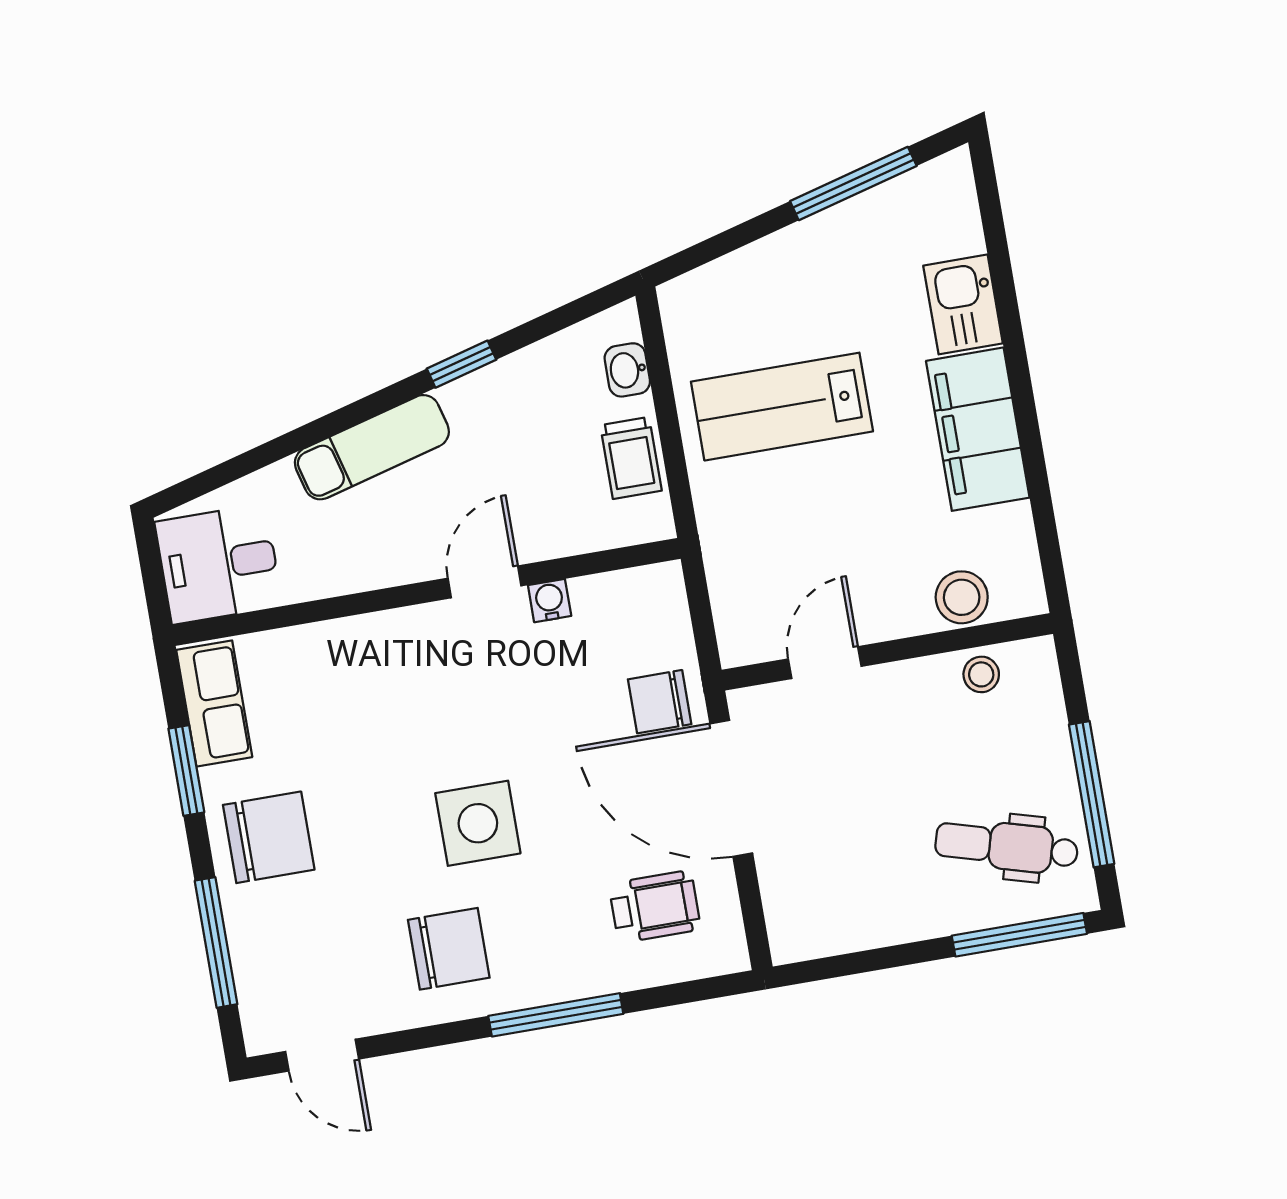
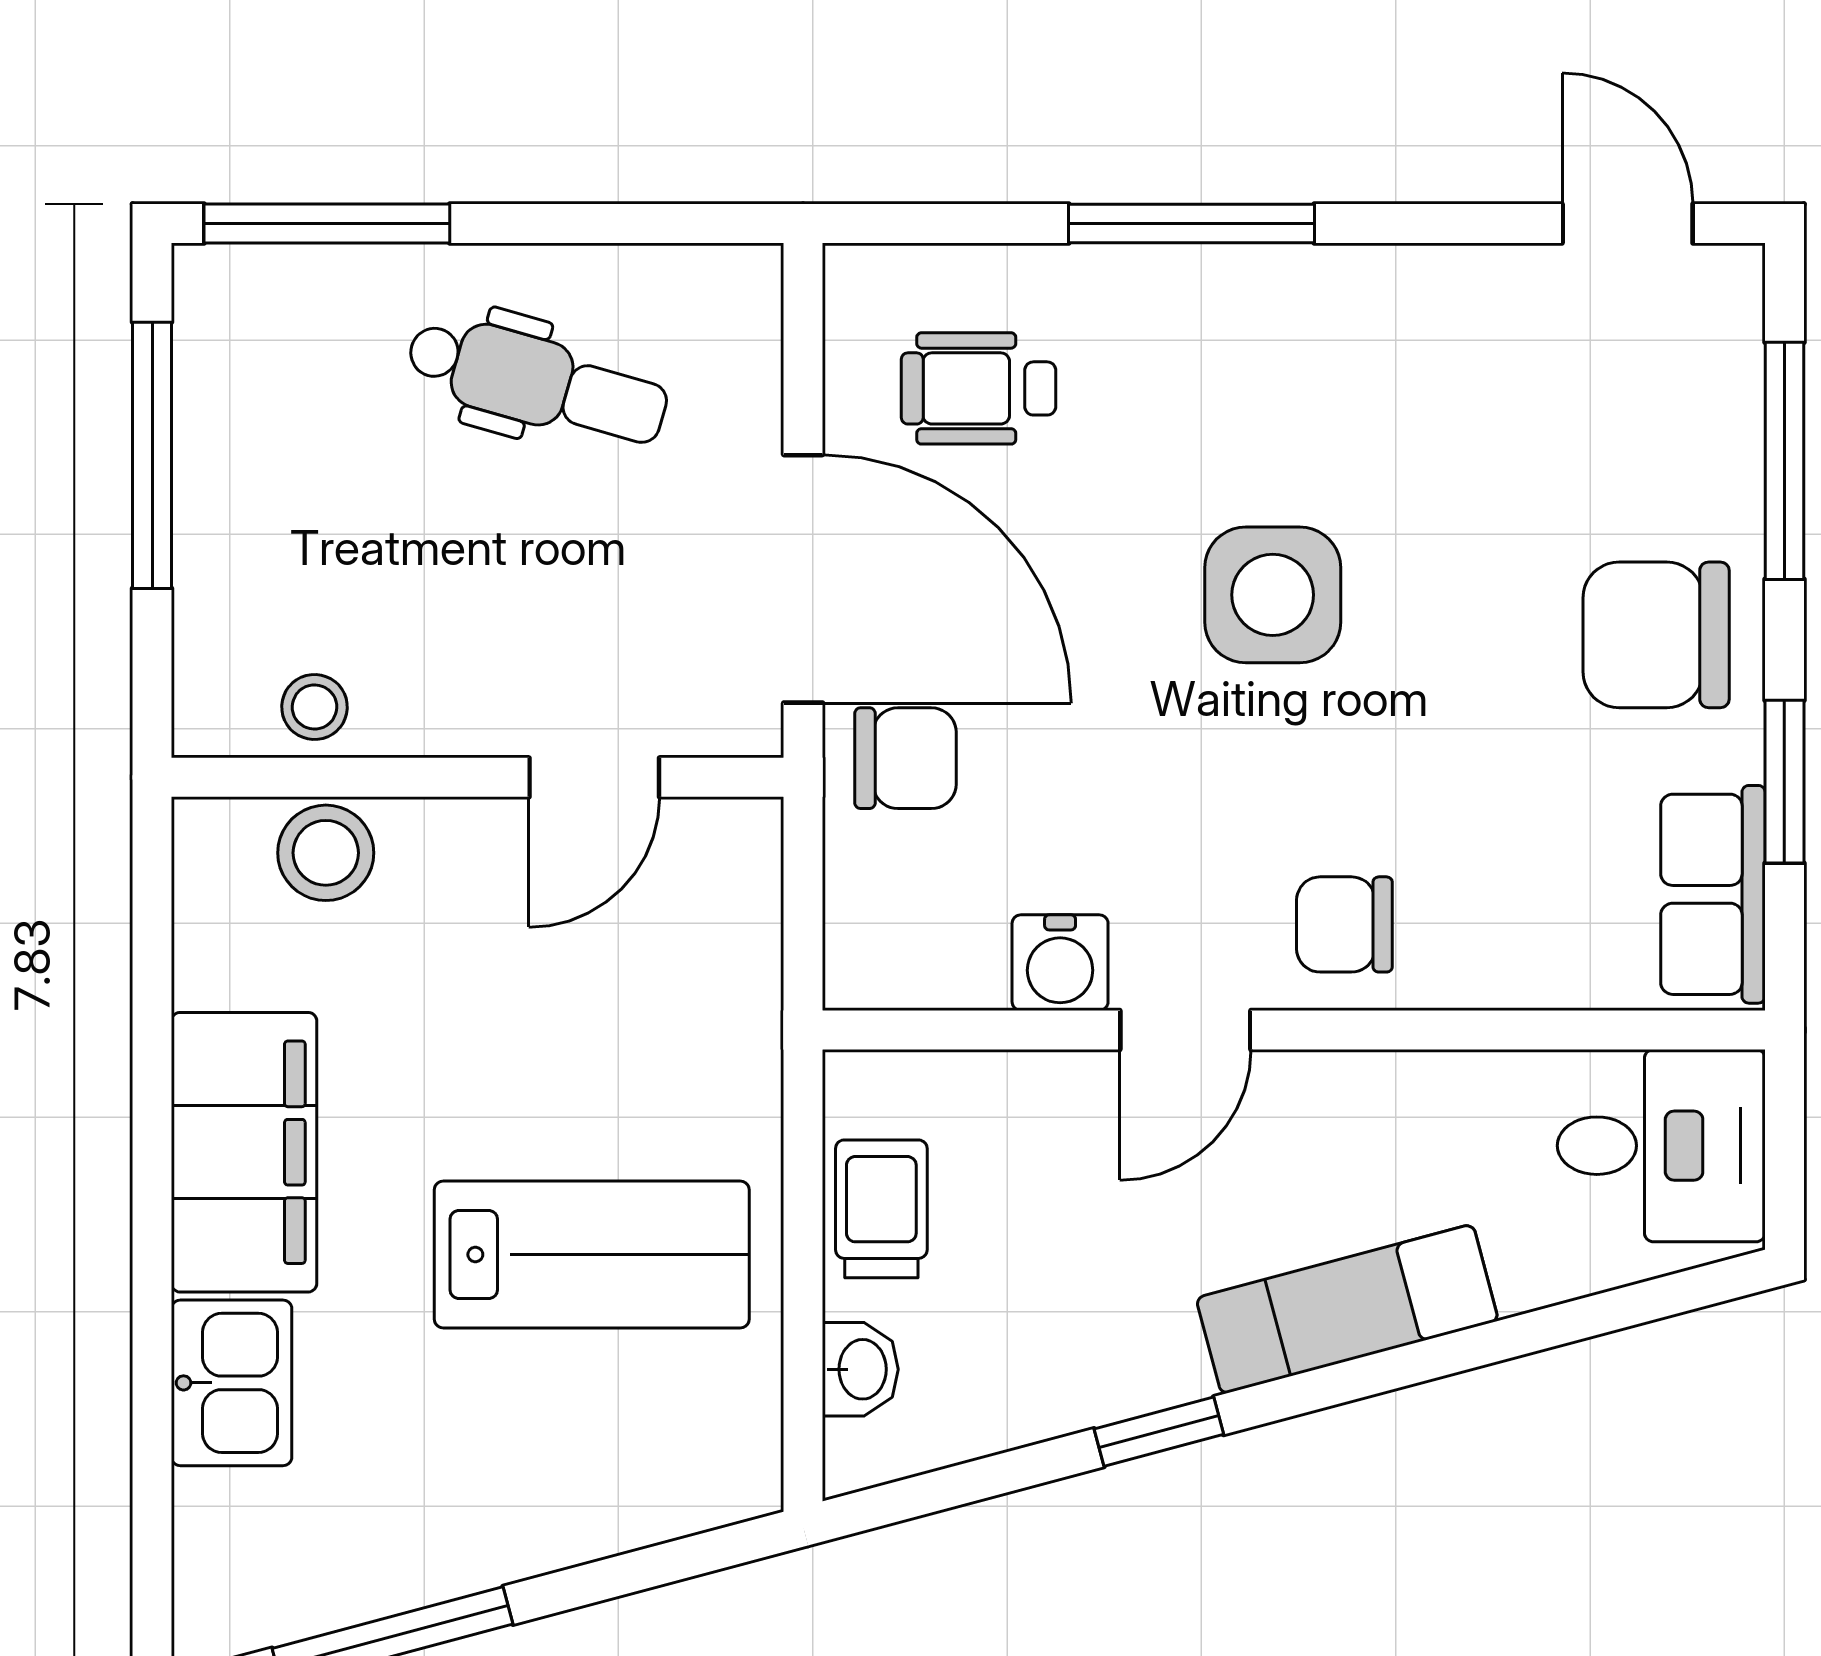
water cooler: (550, 601) -> (1060, 963), width x1.38, depth x1.38
dental chair: (1007, 846) -> (537, 382), moved
chair: (449, 949) -> (1344, 924), moved, width x0.73, depth x0.73

